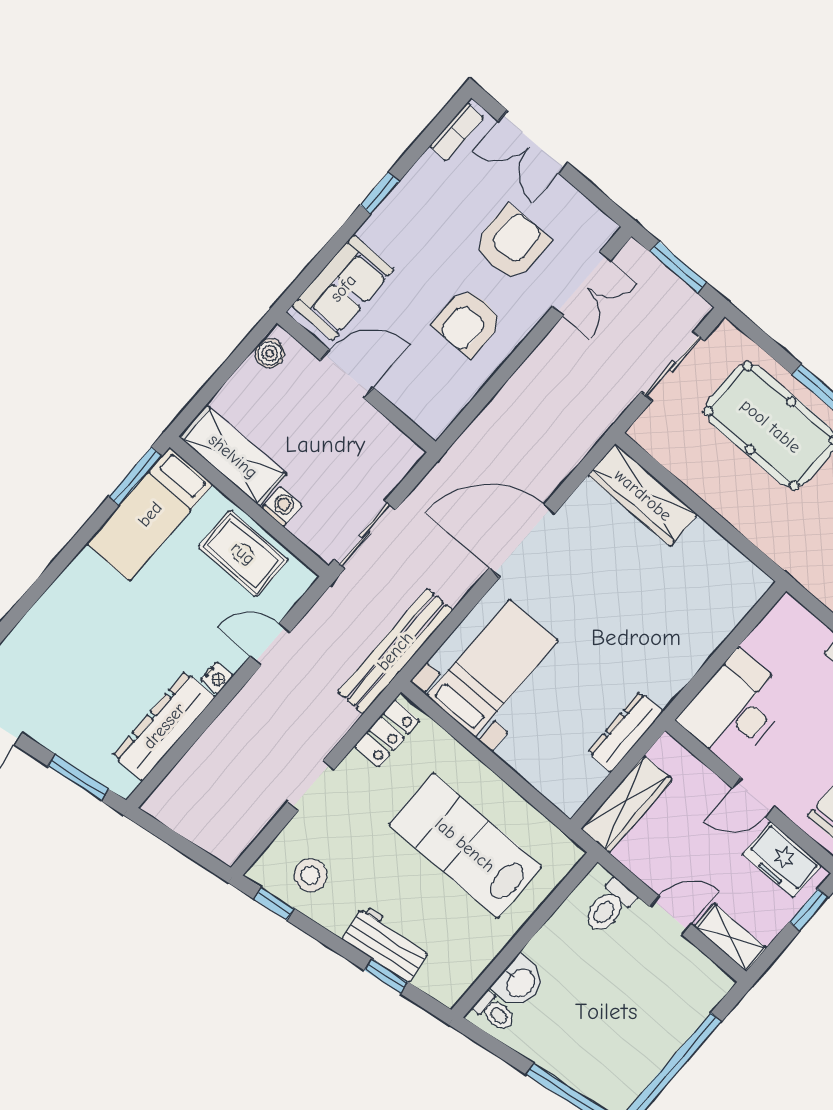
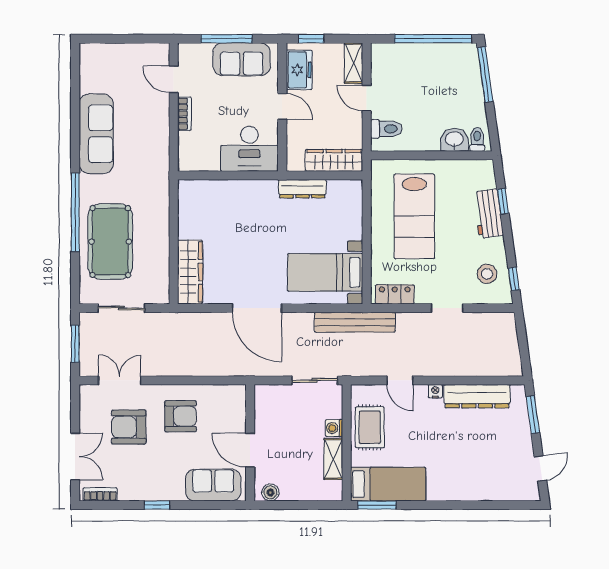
shelving: (233, 456) -> (333, 459), width x0.67, depth x0.75

